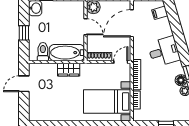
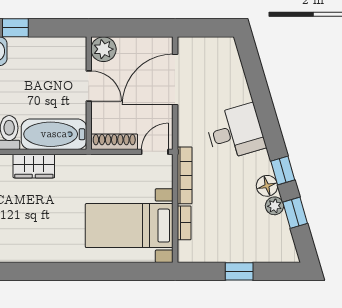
filing cabinet: (160, 13) -> (228, 60), removed
wardrobe: (69, 70) -> (34, 166), moved

